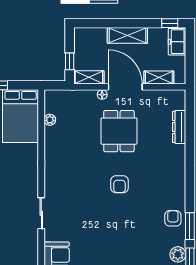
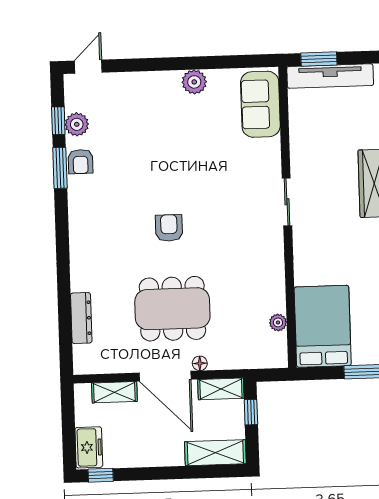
shelving: (127, 35) -> (215, 453), moved
dining table: (119, 131) -> (172, 309), width x1.37
sliding door: (41, 213) -> (287, 202), moved
armchair: (173, 218) -> (81, 162), moved

